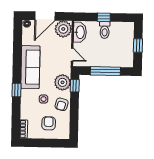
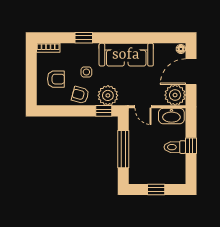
door: (45, 16) -> (191, 72), hinge flipped
door: (72, 55) -> (143, 107), hinge flipped
window: (17, 90) -> (84, 38), moved

